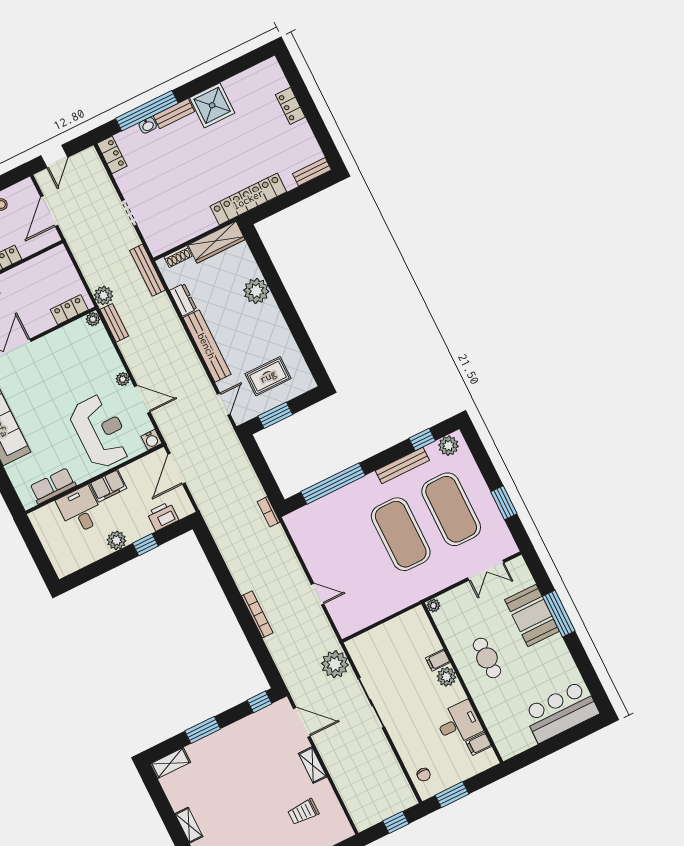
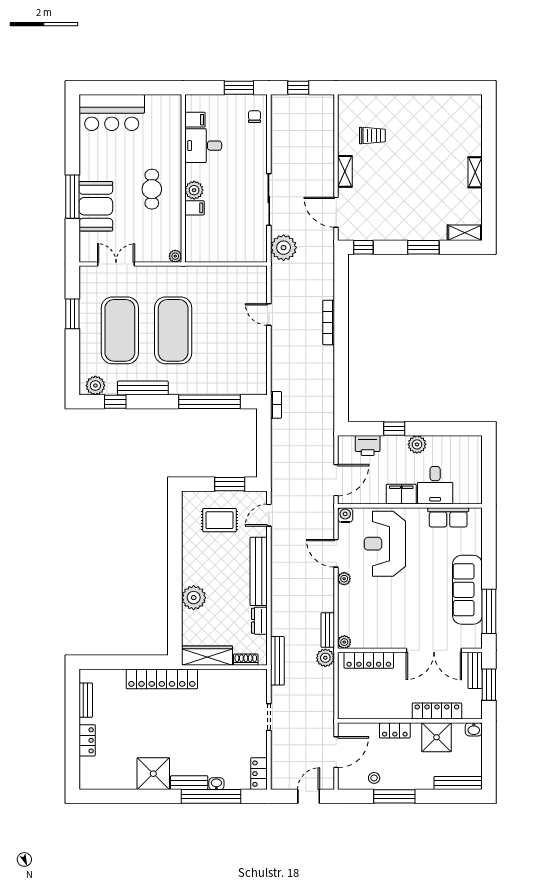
bench: (312, 172) -> (86, 700), moved, turned 90
locker: (69, 310) -> (369, 660), width x1.53

